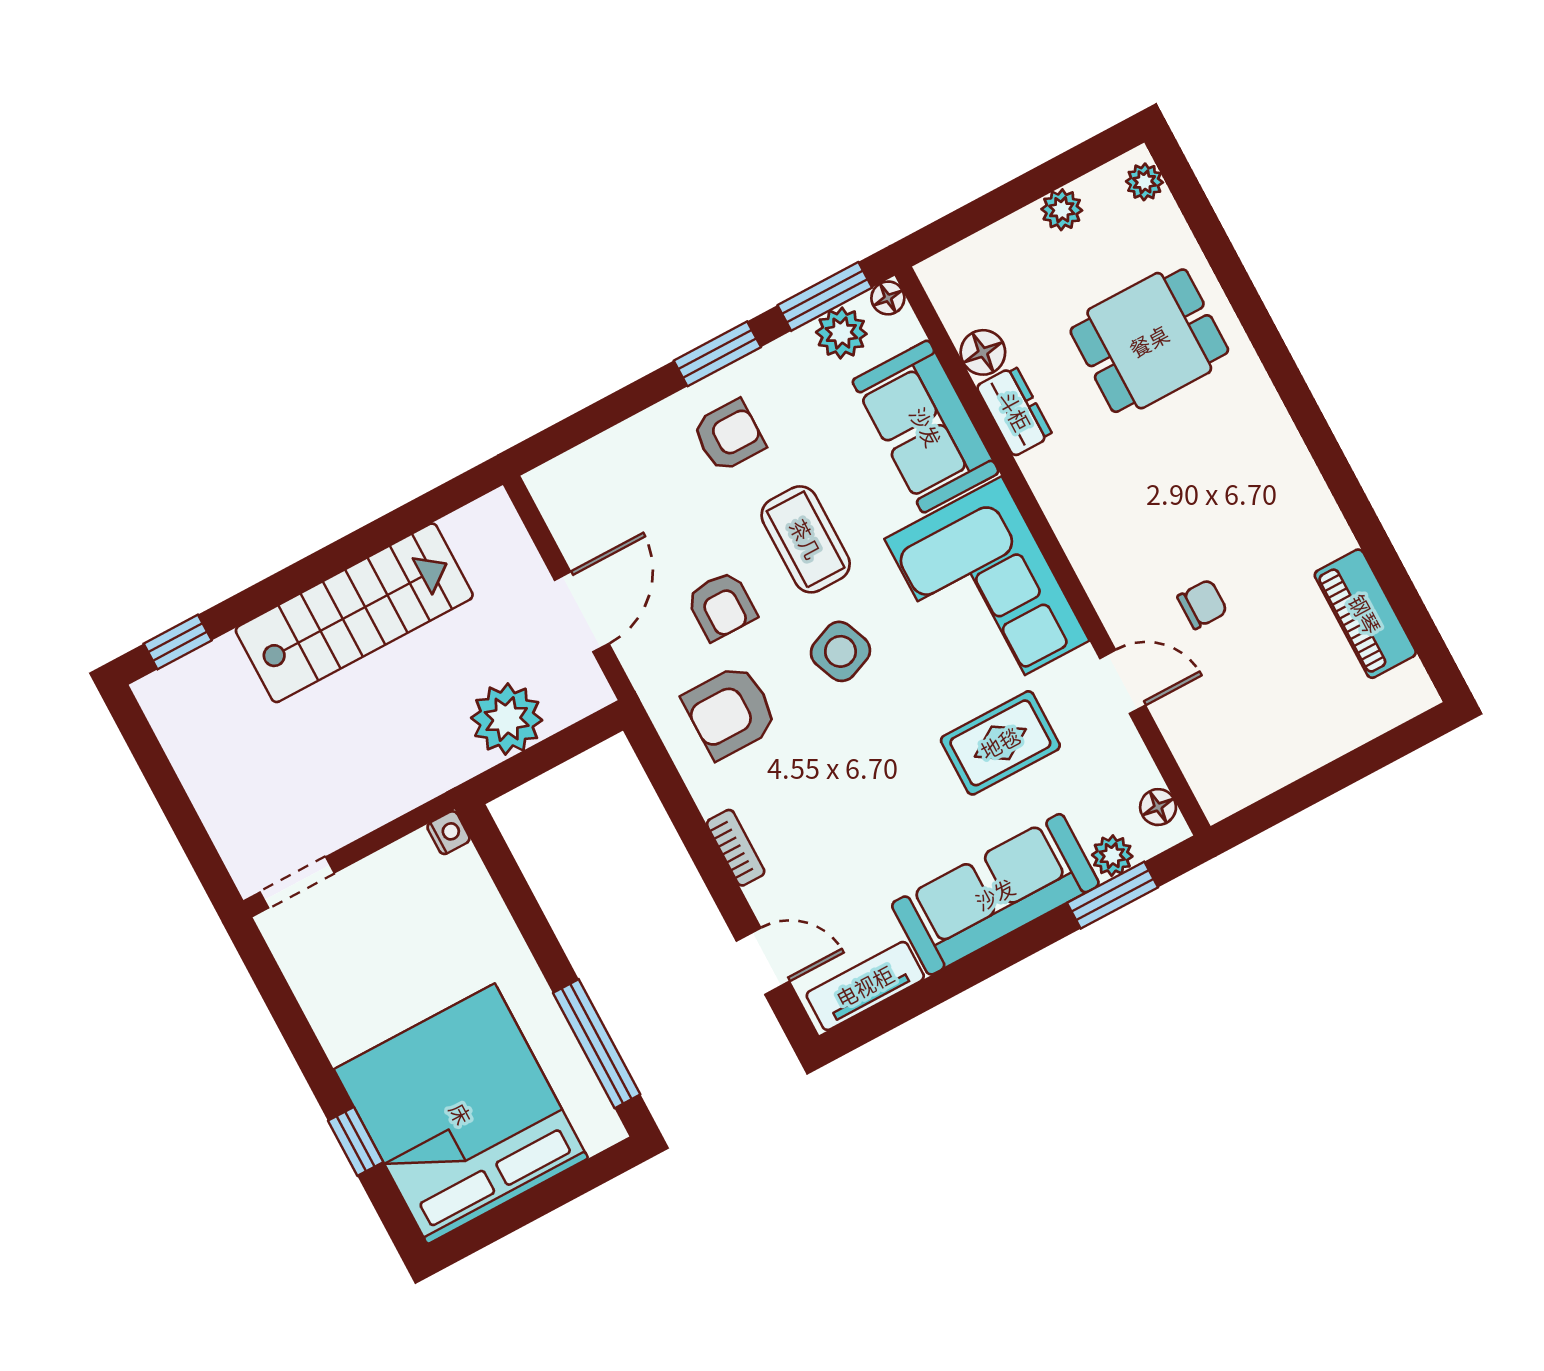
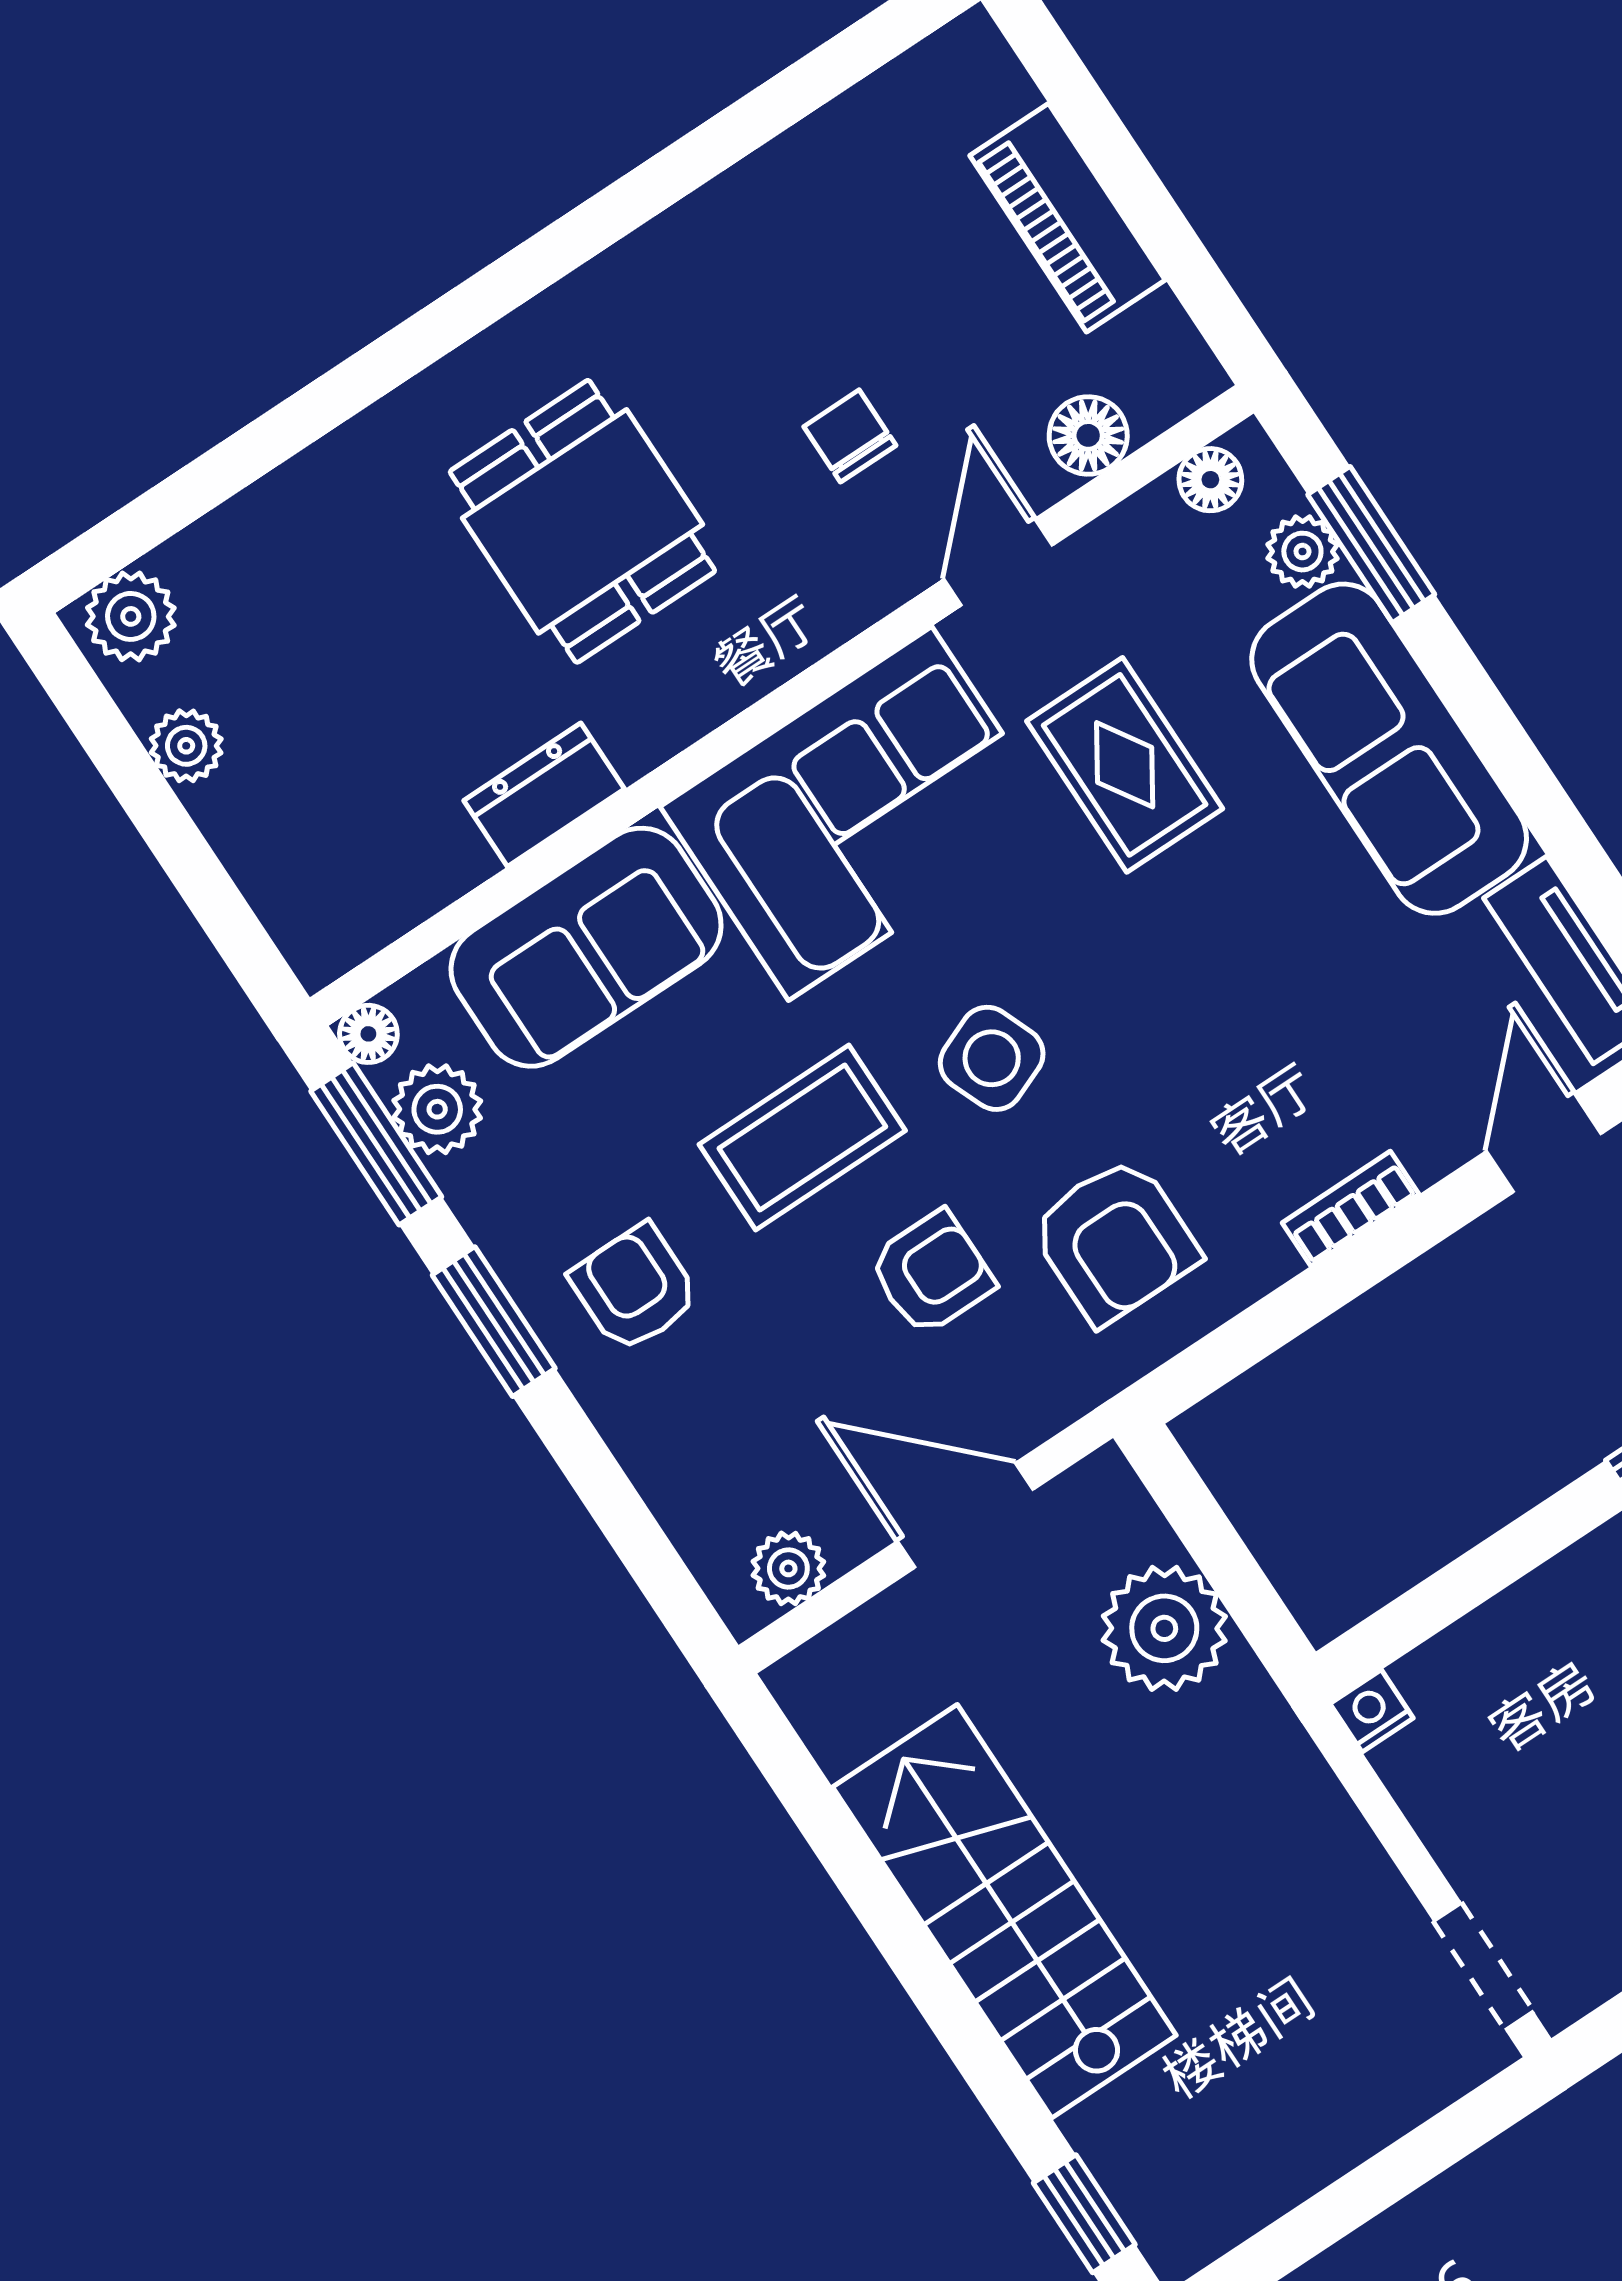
plant: (1144, 182) -> (131, 616), width x1.38, depth x1.38
dining table: (1149, 341) -> (582, 521), moved
floor lamp: (983, 352) -> (1088, 435), moved
plant: (561, 508) -> (788, 1568), added
piano: (1365, 614) -> (1067, 218), moved, turned 90

